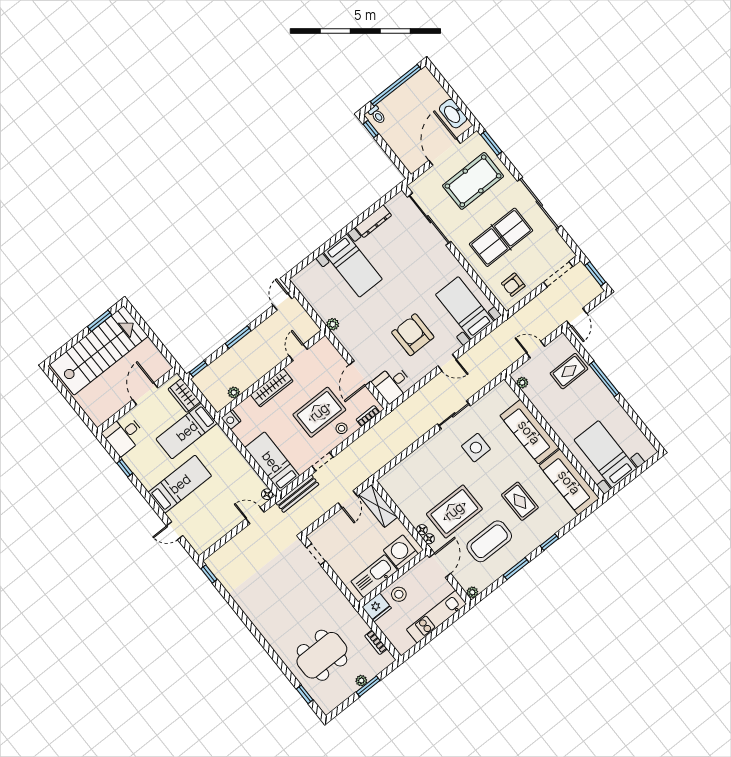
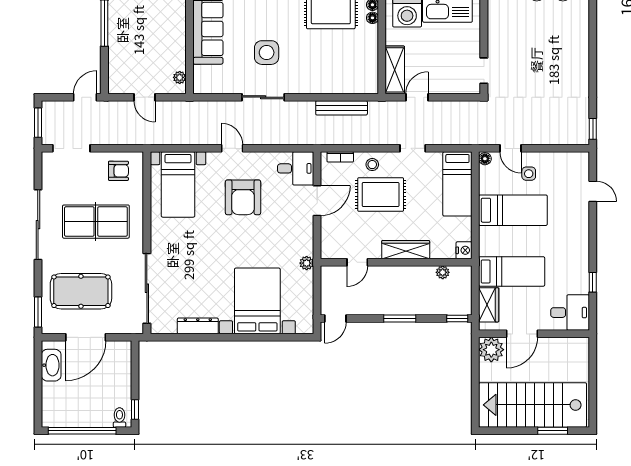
bed with nightstands: (353, 266) -> (257, 301), width x1.36
window: (100, 321) -> (553, 431), moved
plant: (158, 366) -> (491, 350), added
rug: (569, 371) -> (130, 55), removed
bed: (180, 484) -> (513, 210), moved, turned 180
bench: (297, 494) -> (342, 108), moved
side table: (229, 508) -> (529, 174), added

